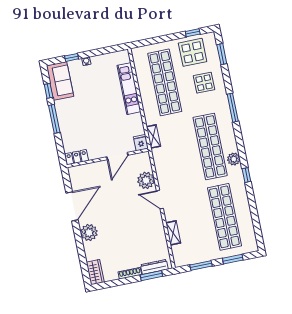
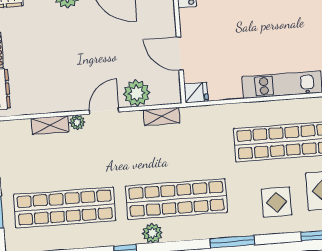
shelving: (153, 136) -> (162, 116), moved
plant: (169, 216) -> (77, 122), added

